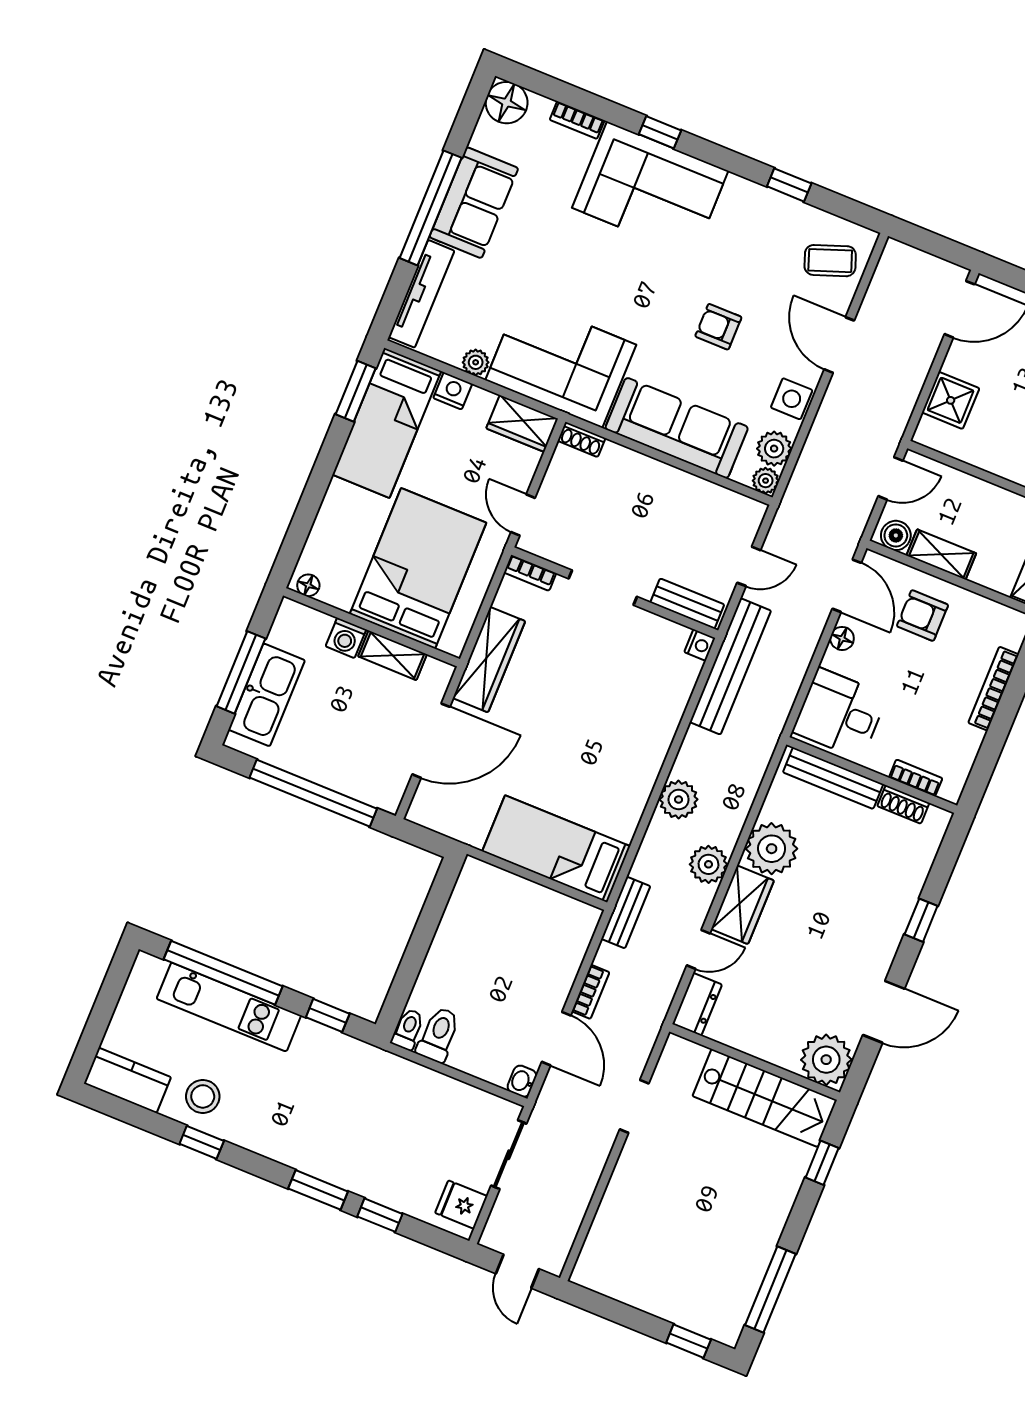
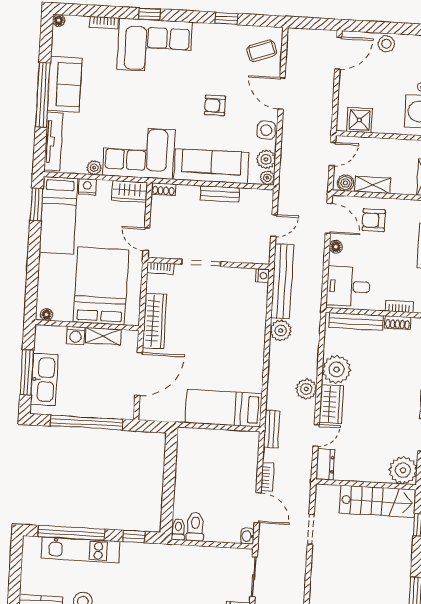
floor lamp: (507, 103) -> (59, 20), width x0.53, depth x0.53
shower: (951, 400) -> (359, 120), moved
bench: (687, 604) -> (220, 194), moved
plant: (679, 800) -> (281, 331), moved

